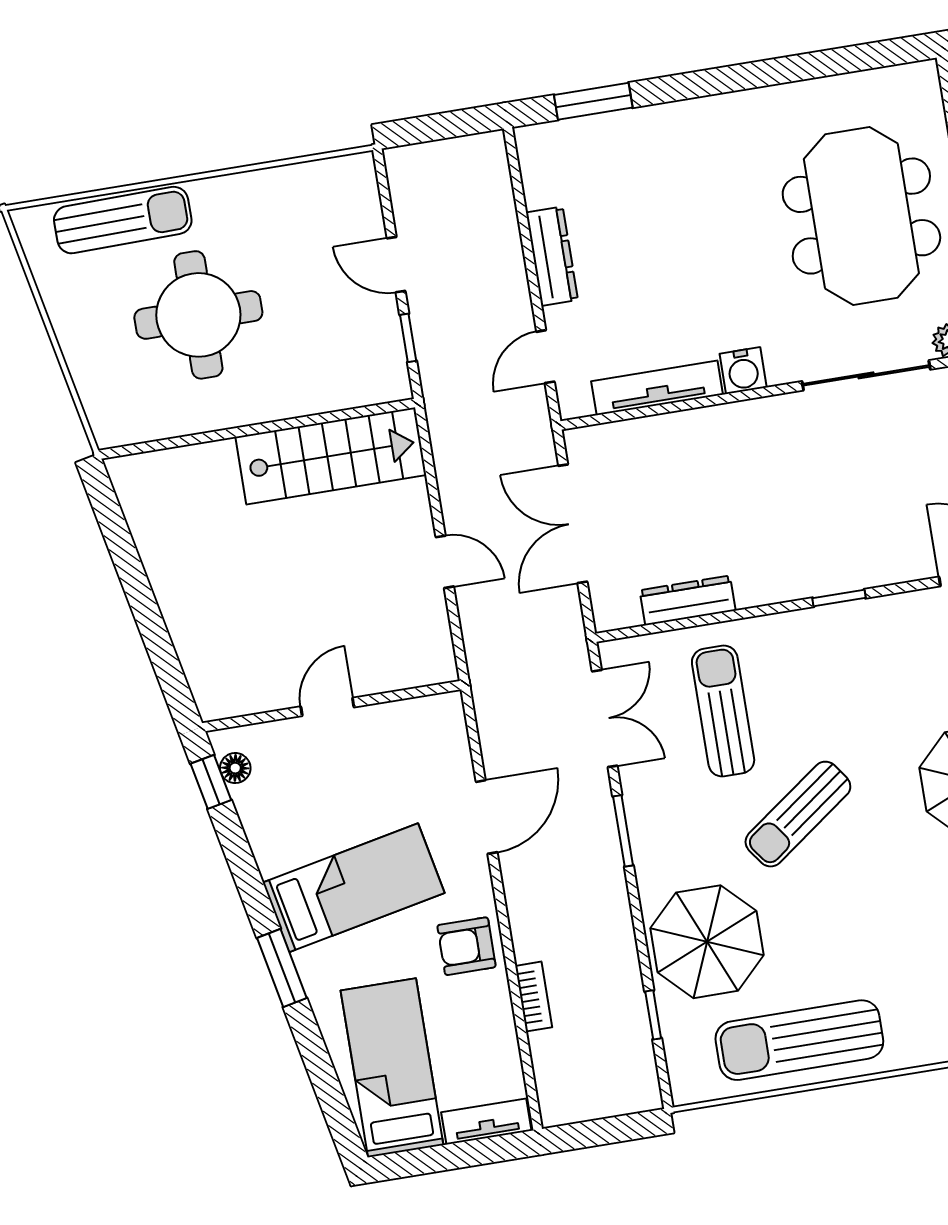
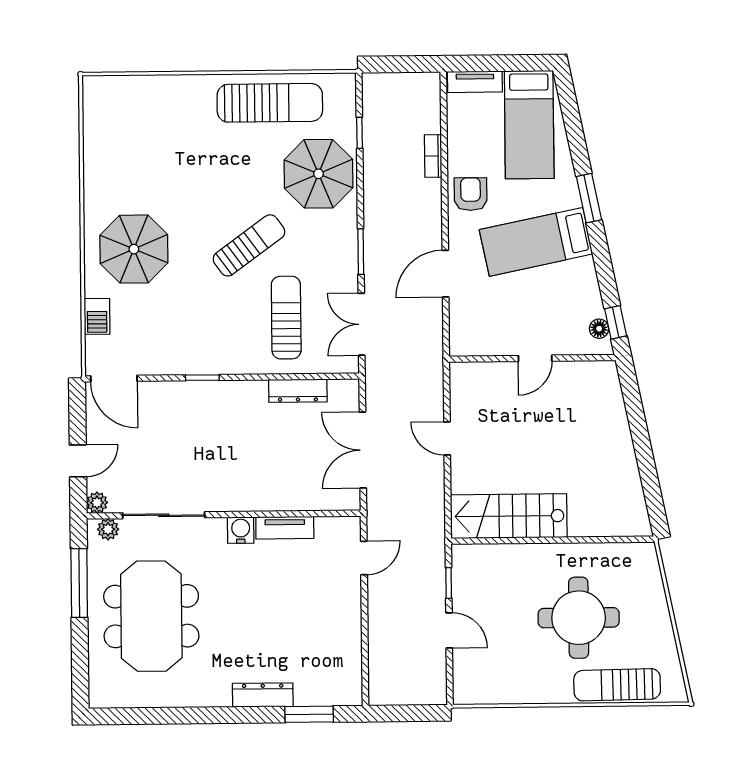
dresser: (552, 256) -> (263, 695), moved, turned 90
tv unit: (657, 388) -> (285, 528), width x0.71
double door: (573, 524) -> (363, 450), swing flipped
sun lounger: (723, 711) -> (286, 318), turned 180
armchair: (466, 946) -> (471, 194), turned -90

